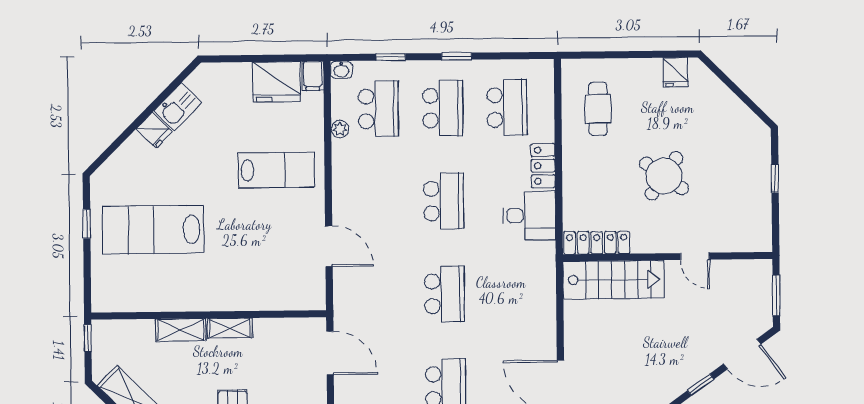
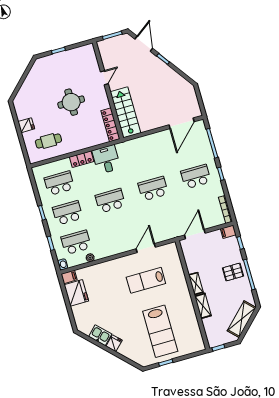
fridge: (676, 72) -> (26, 125), moved
lab bench: (276, 170) -> (146, 280), moved, turned -90
round table: (664, 176) -> (71, 102), turned -35

